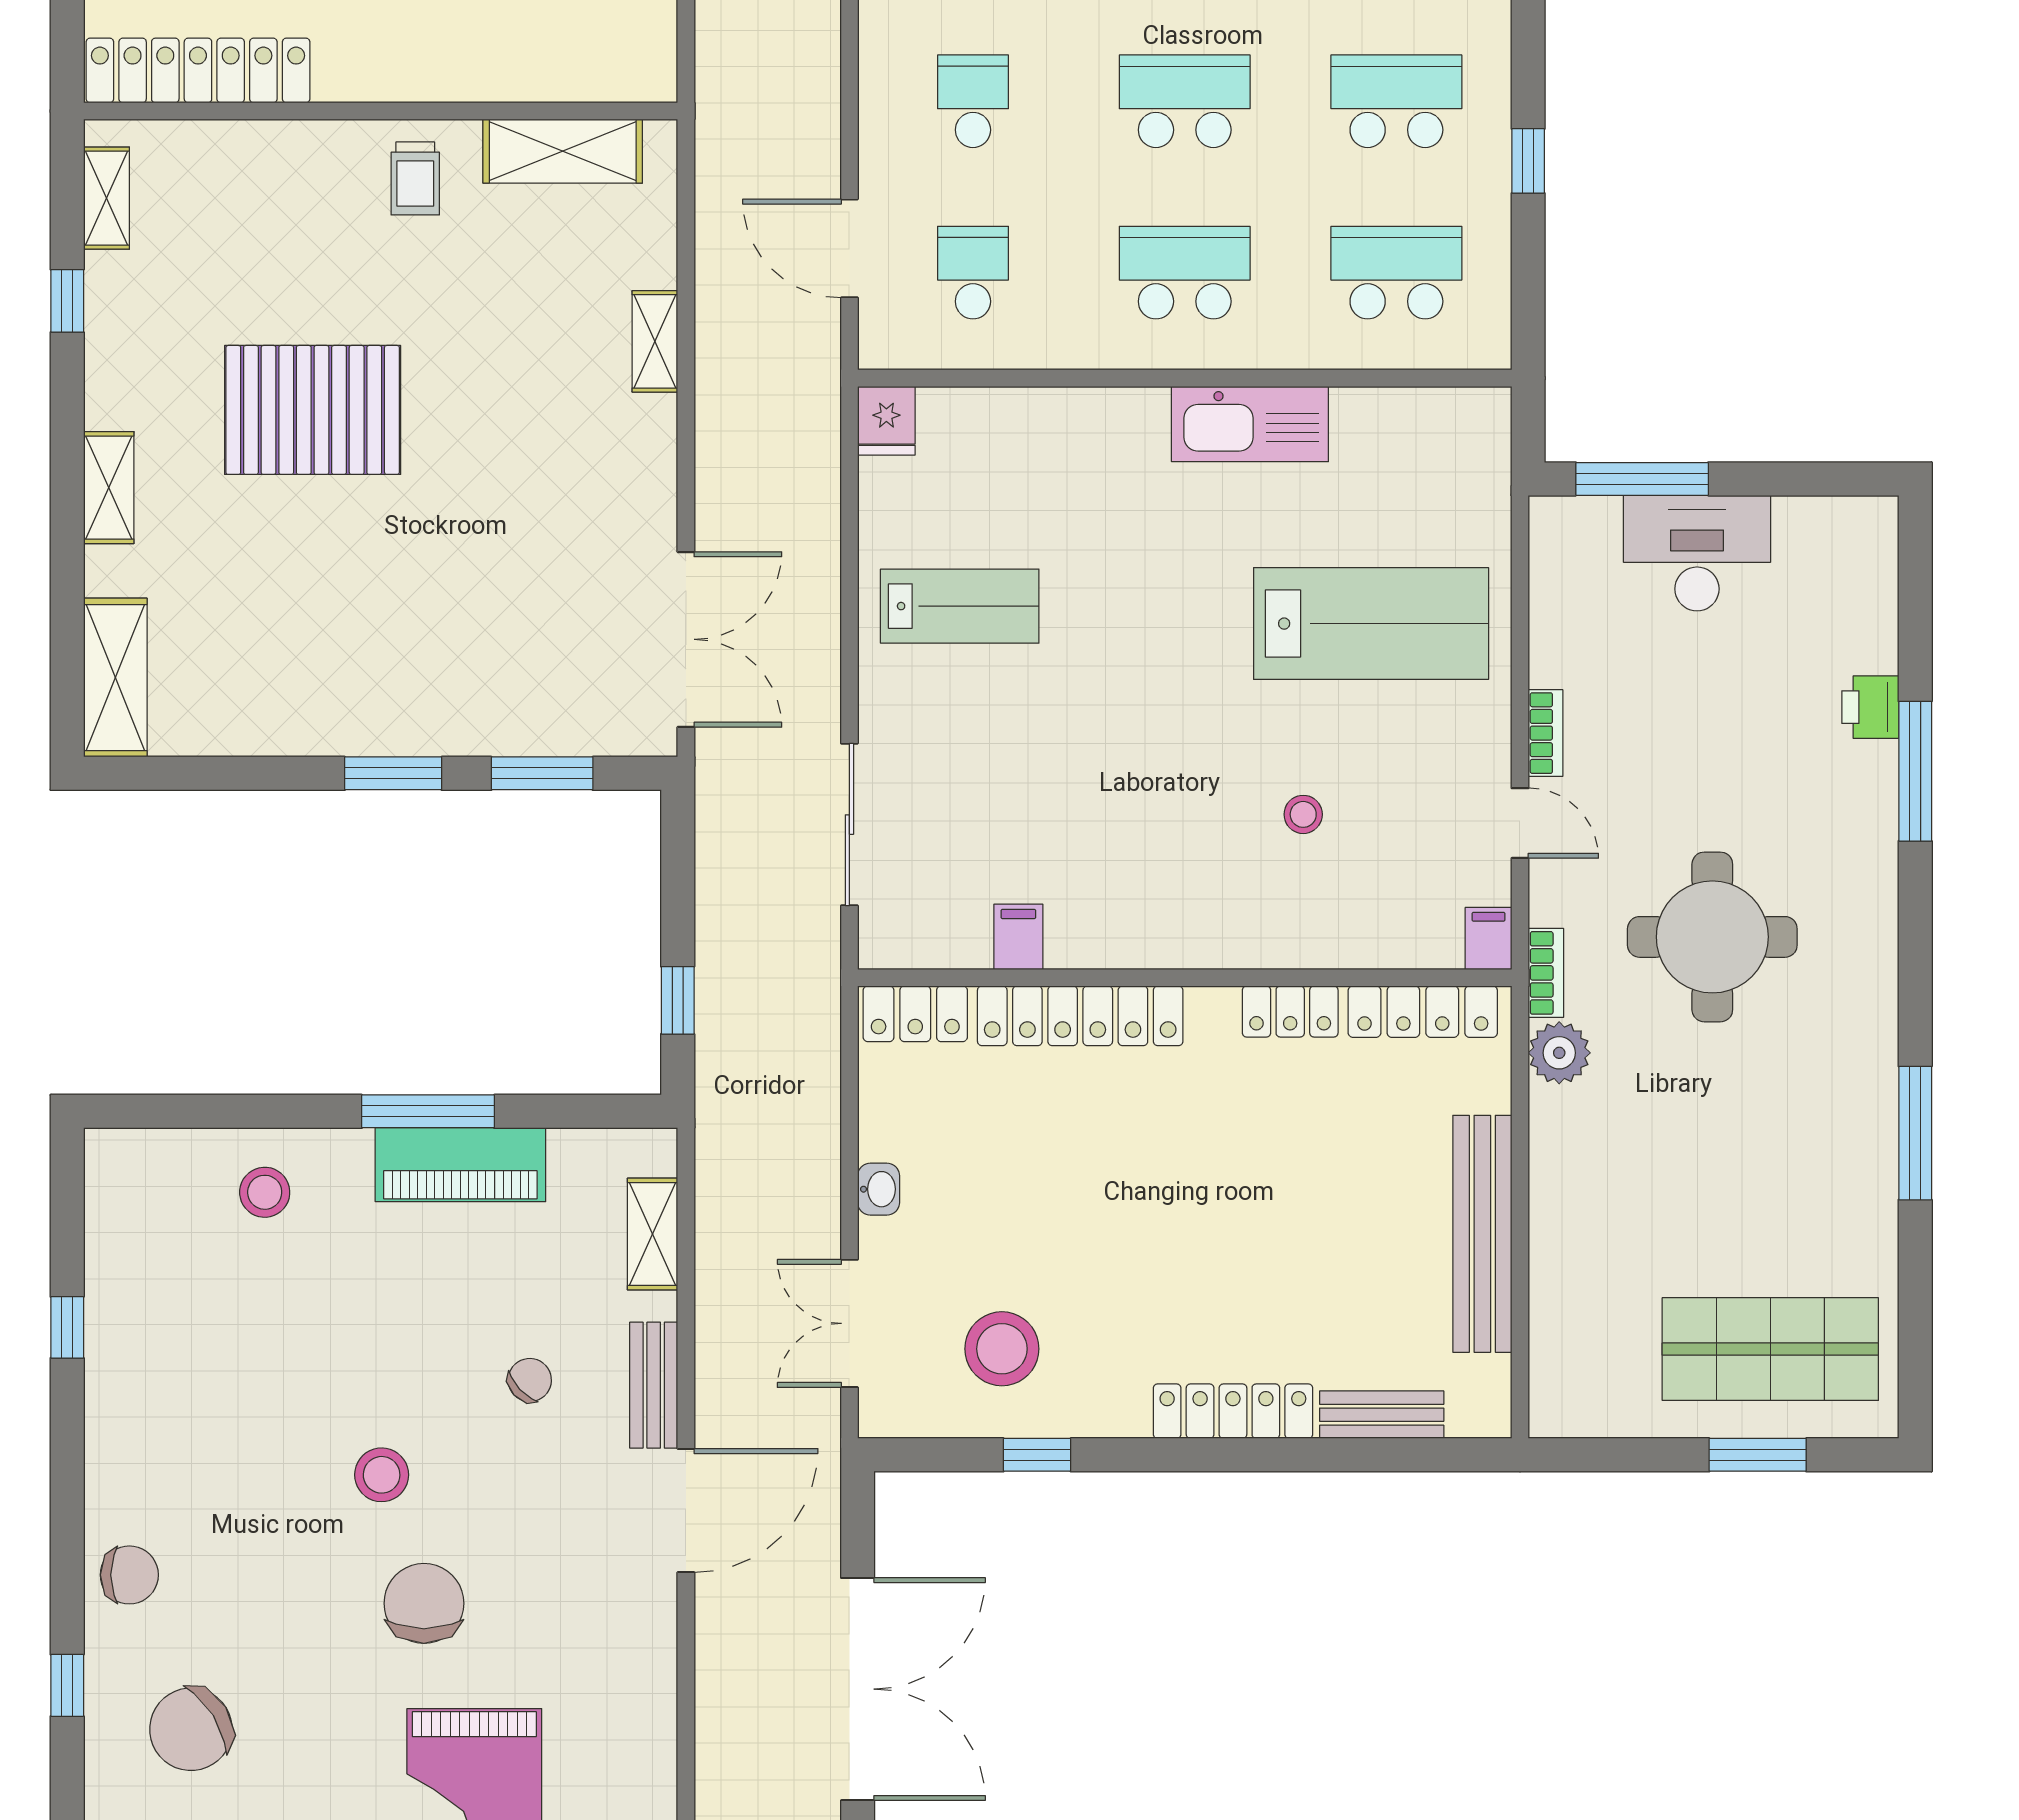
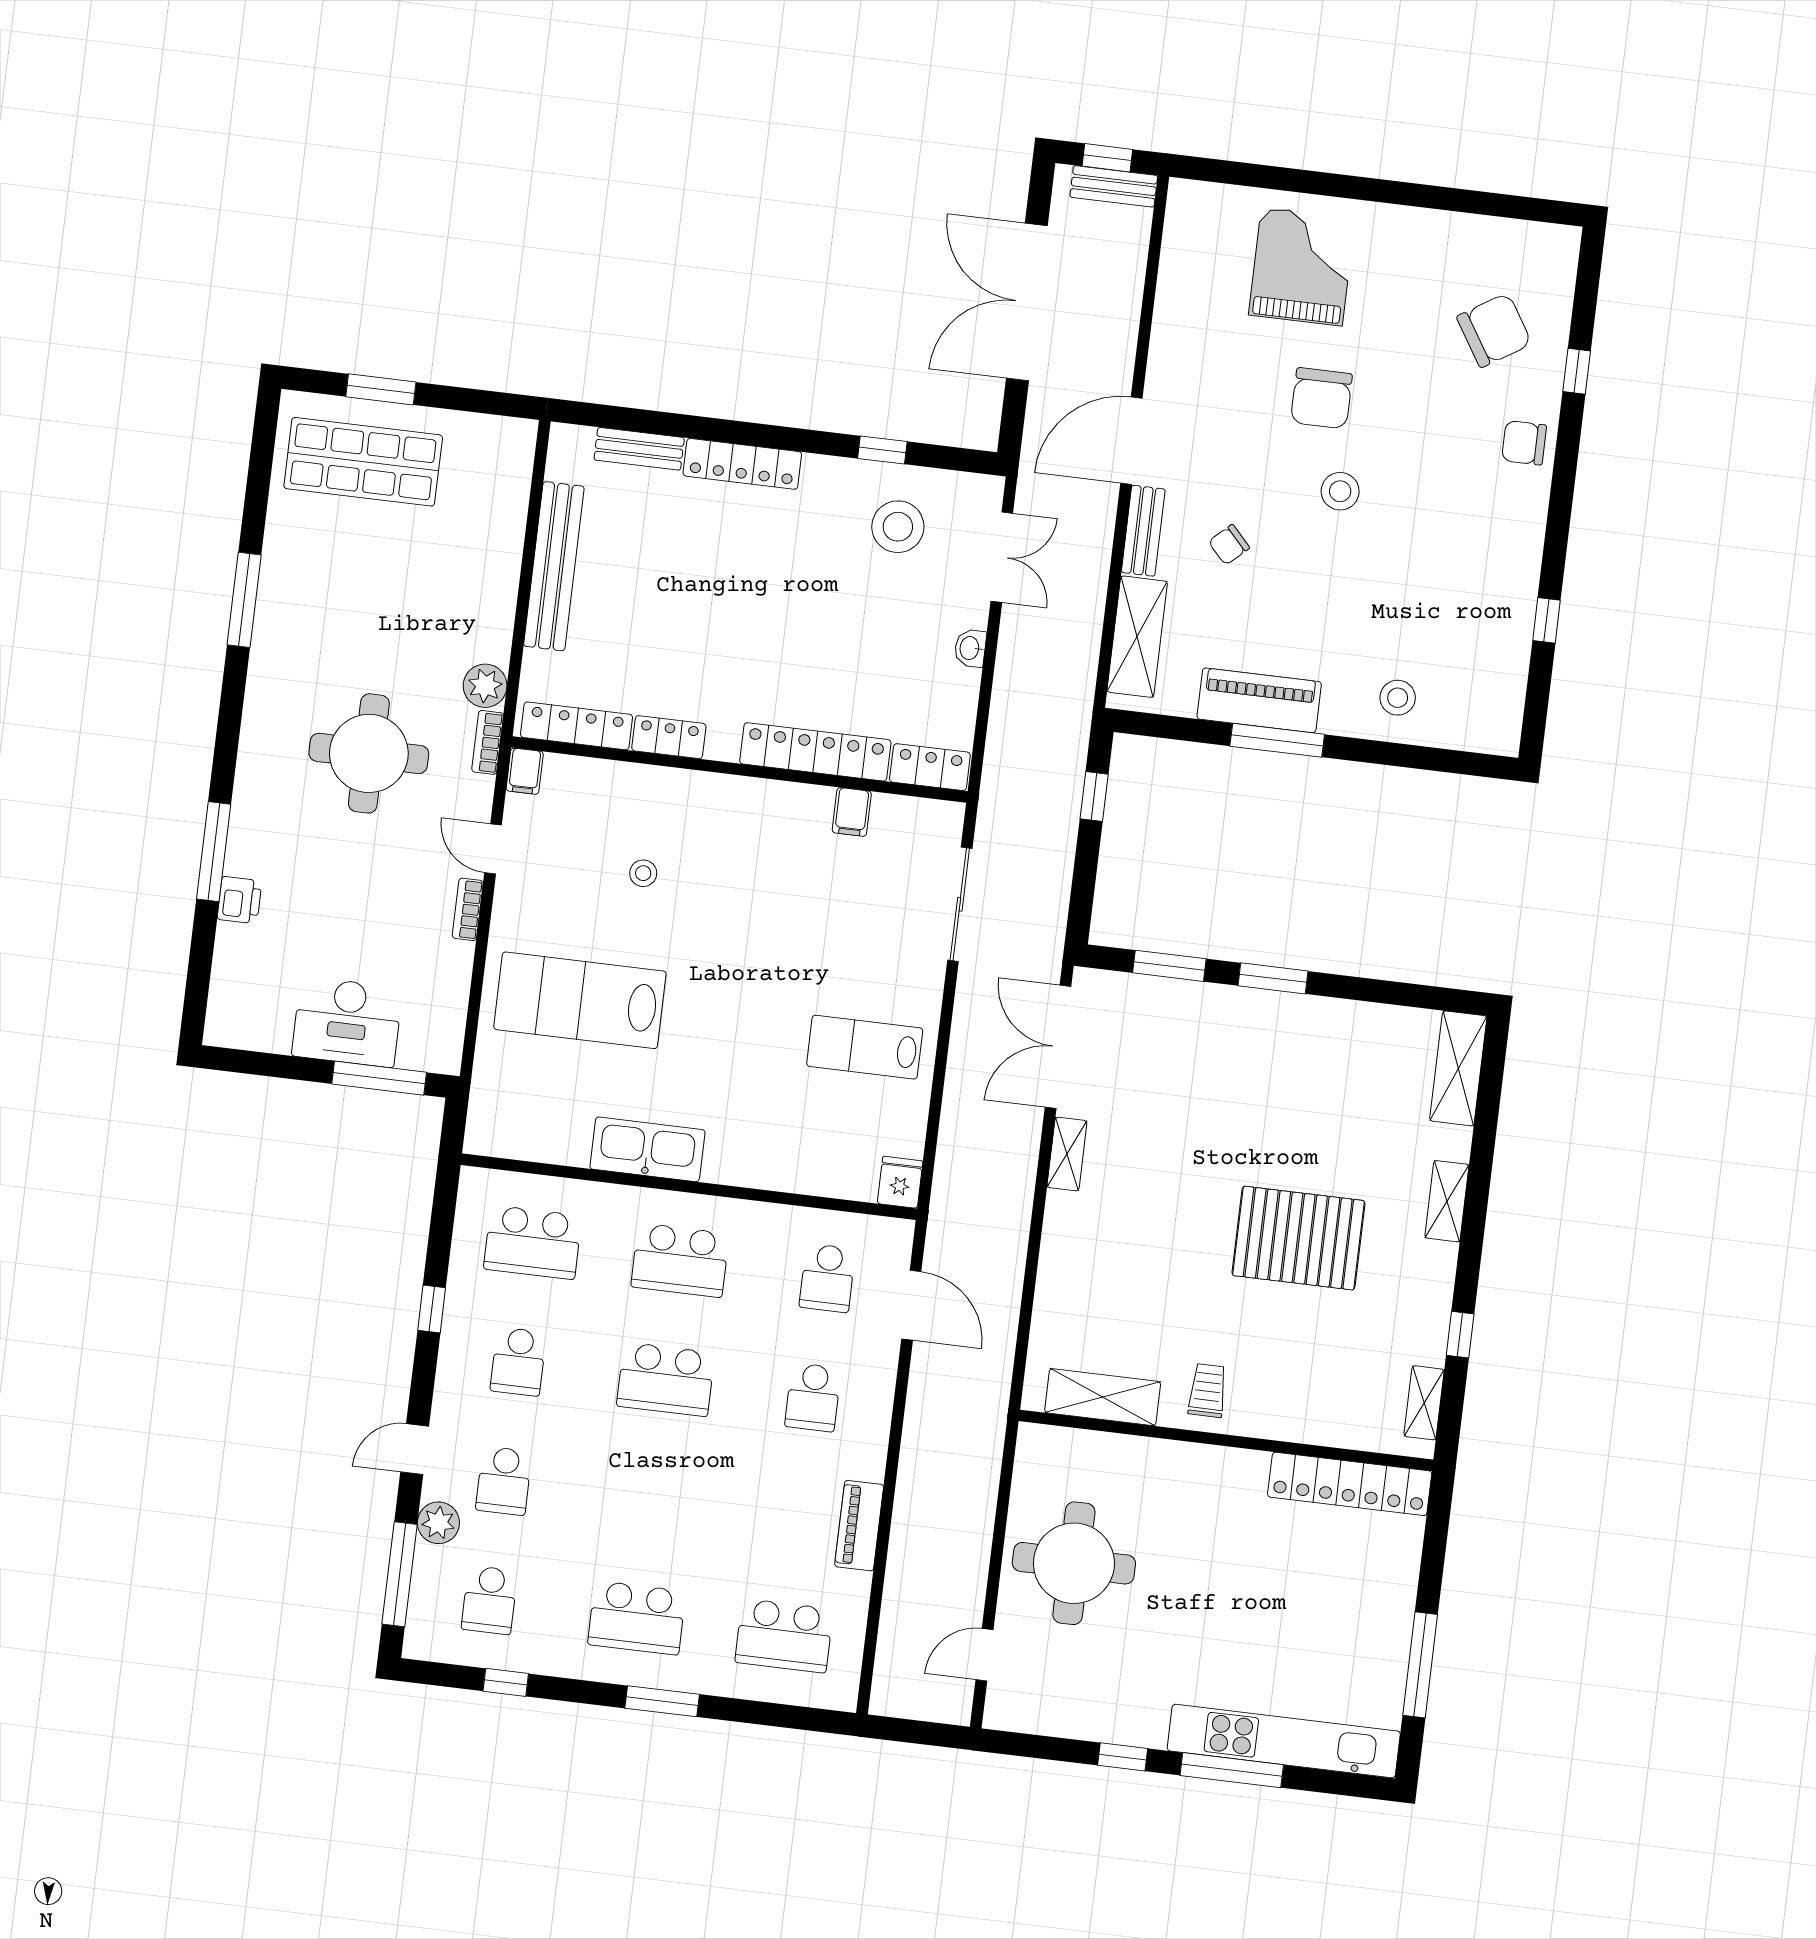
school desk: (1396, 101) -> (518, 1362), width x0.54
shelving: (655, 341) -> (1067, 1154), moved
shelving: (653, 1234) -> (1137, 637), width x1.50, depth x1.33

